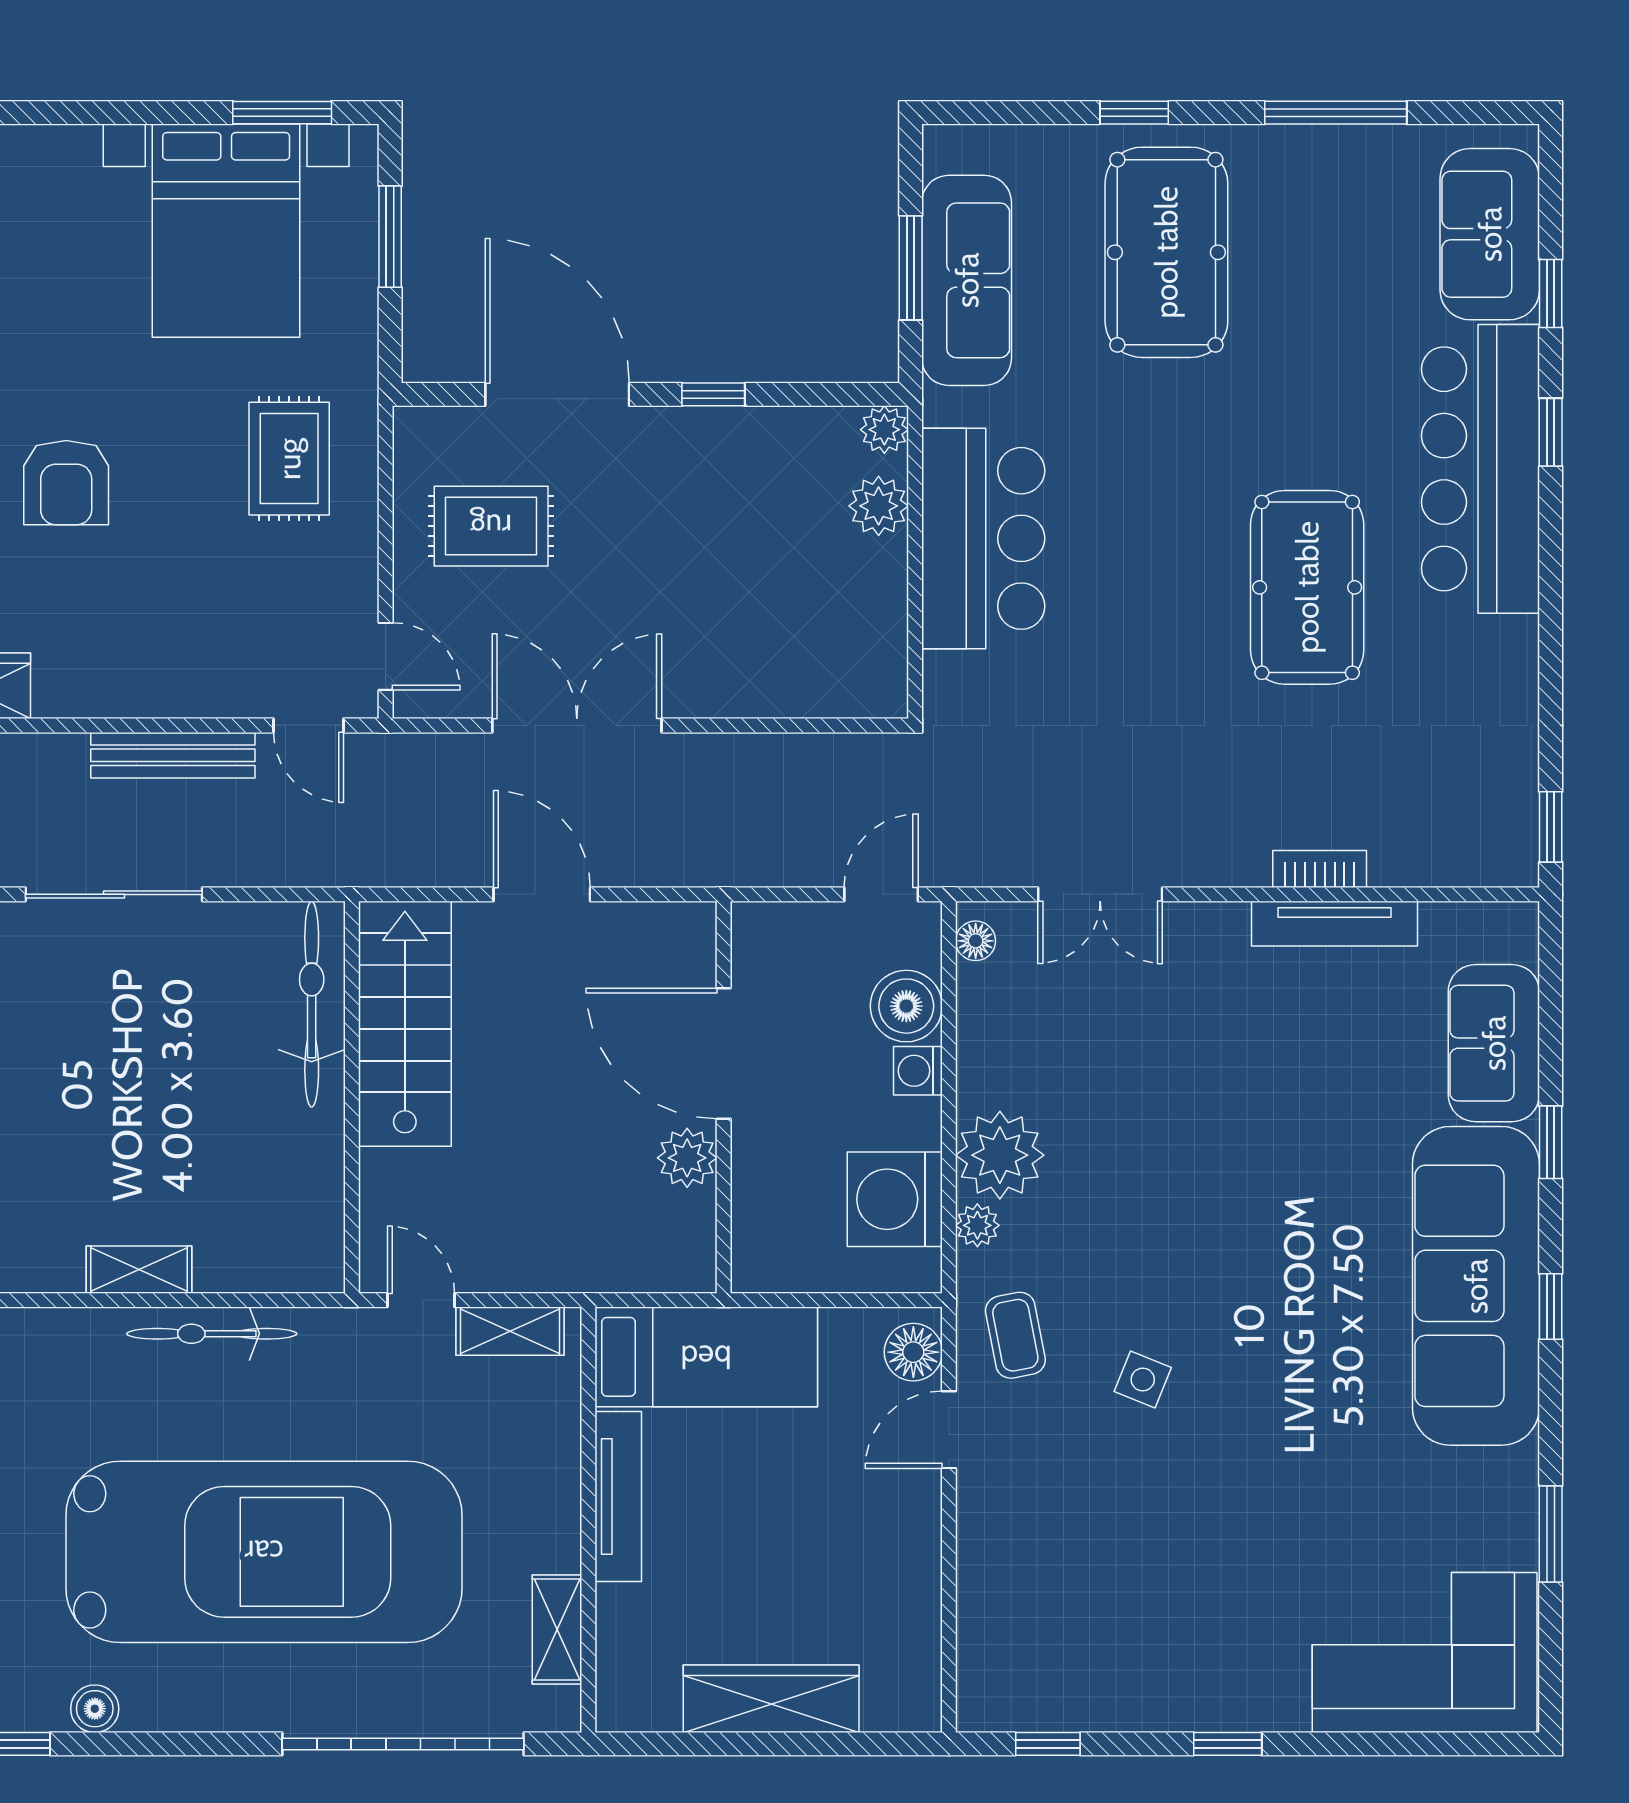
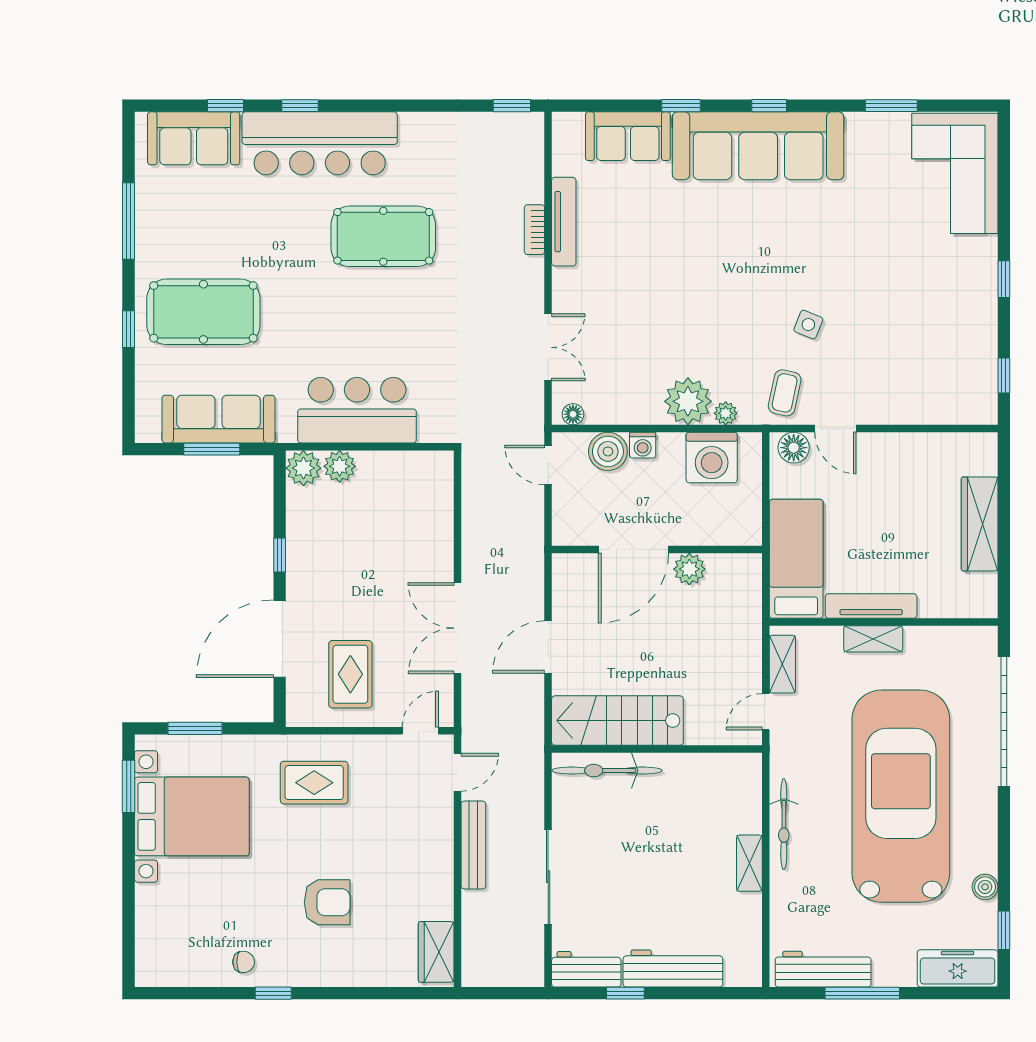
plant: (884, 430) -> (303, 468), width x1.38, depth x1.38
coffee table: (1015, 1335) -> (785, 393), turned -67
shelving: (557, 1629) -> (873, 639), moved

